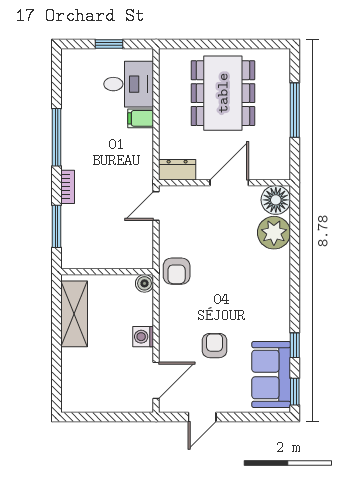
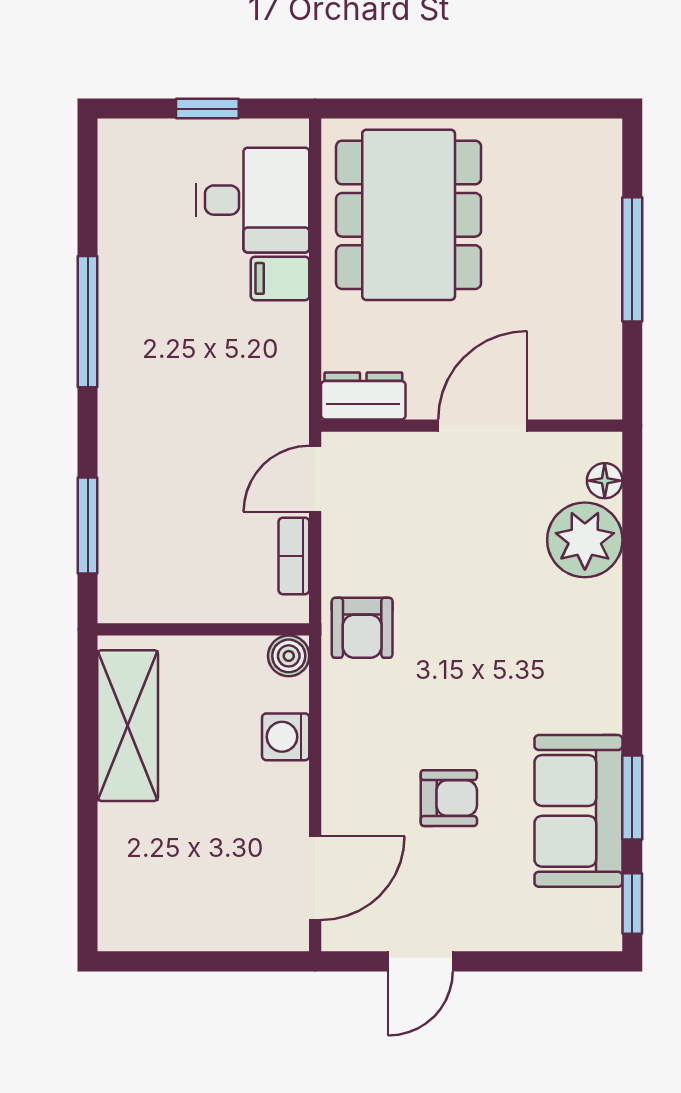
dining table: (223, 93) -> (409, 215), moved
bookcase: (68, 187) -> (294, 556), moved, turned 180
floor lamp: (276, 200) -> (605, 481), width x0.53, depth x0.53
washing machine: (143, 337) -> (286, 737), moved
window: (295, 345) -> (632, 797), width x1.50
armchair: (214, 346) -> (449, 798), turned 90
sofa: (271, 374) -> (578, 811), moved

